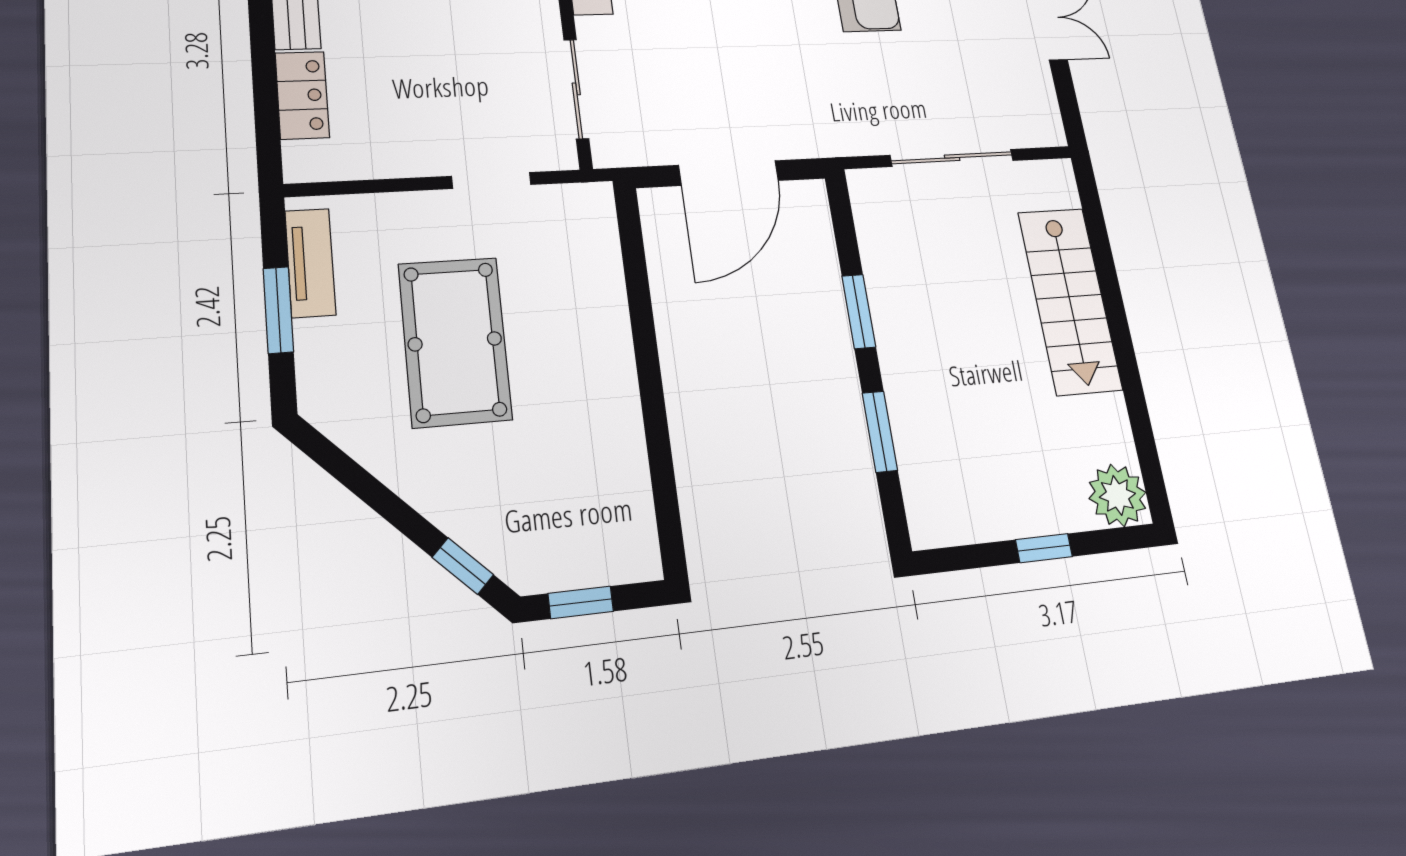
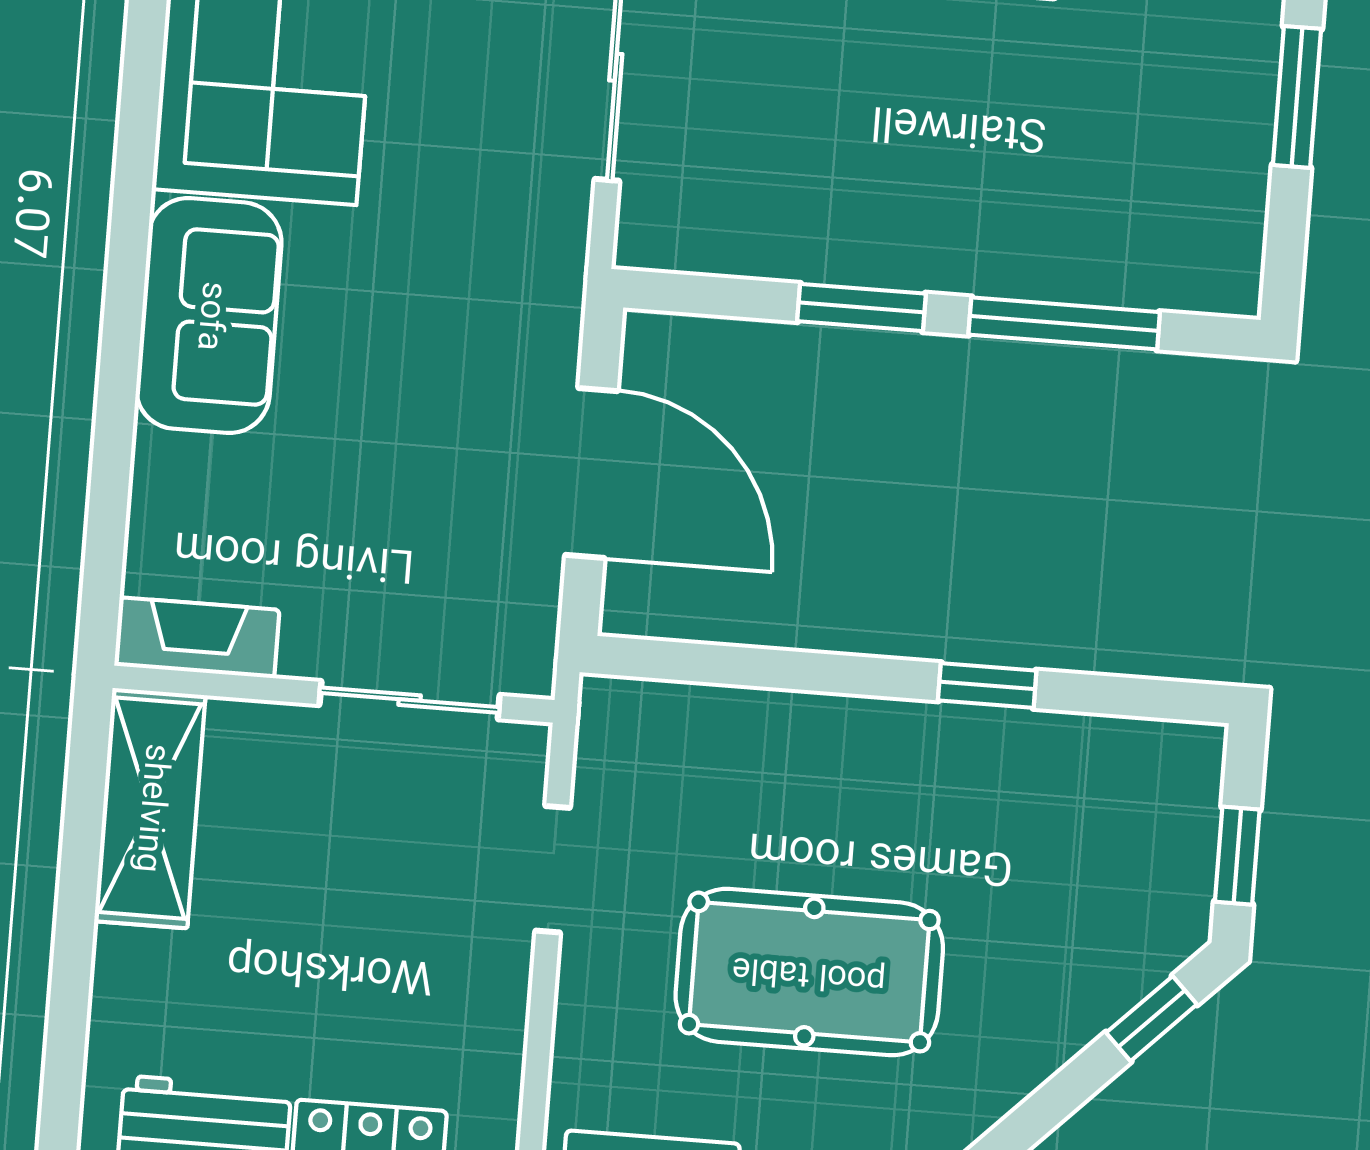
window: (656, 422) -> (987, 685), added
window: (880, 432) -> (1064, 323), width x1.44
window: (1044, 548) -> (1297, 97), width x1.50

